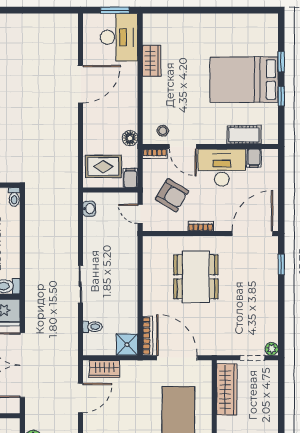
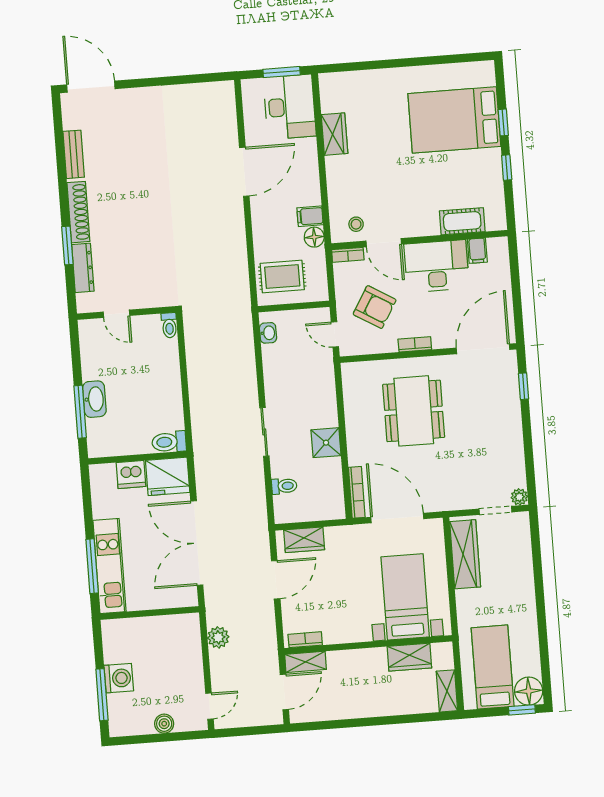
bed: (244, 80) -> (454, 120), moved
filing cabinet: (131, 178) -> (310, 216), moved, turned -90
shower: (127, 345) -> (326, 443), moved

